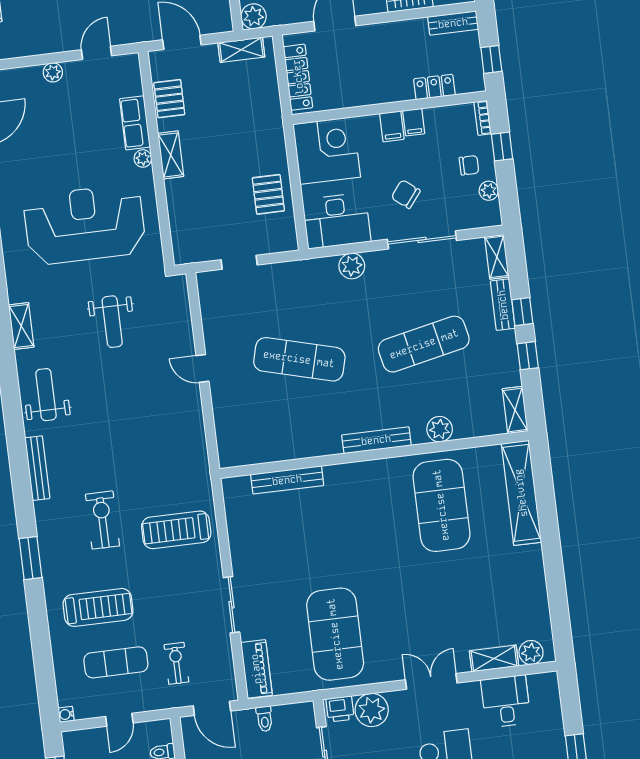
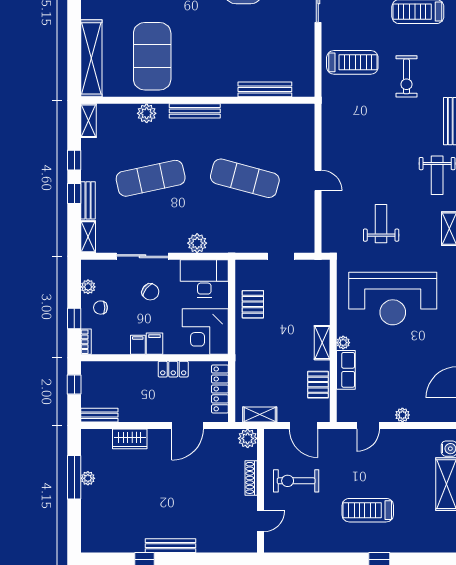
locker: (434, 87) -> (173, 369), moved

